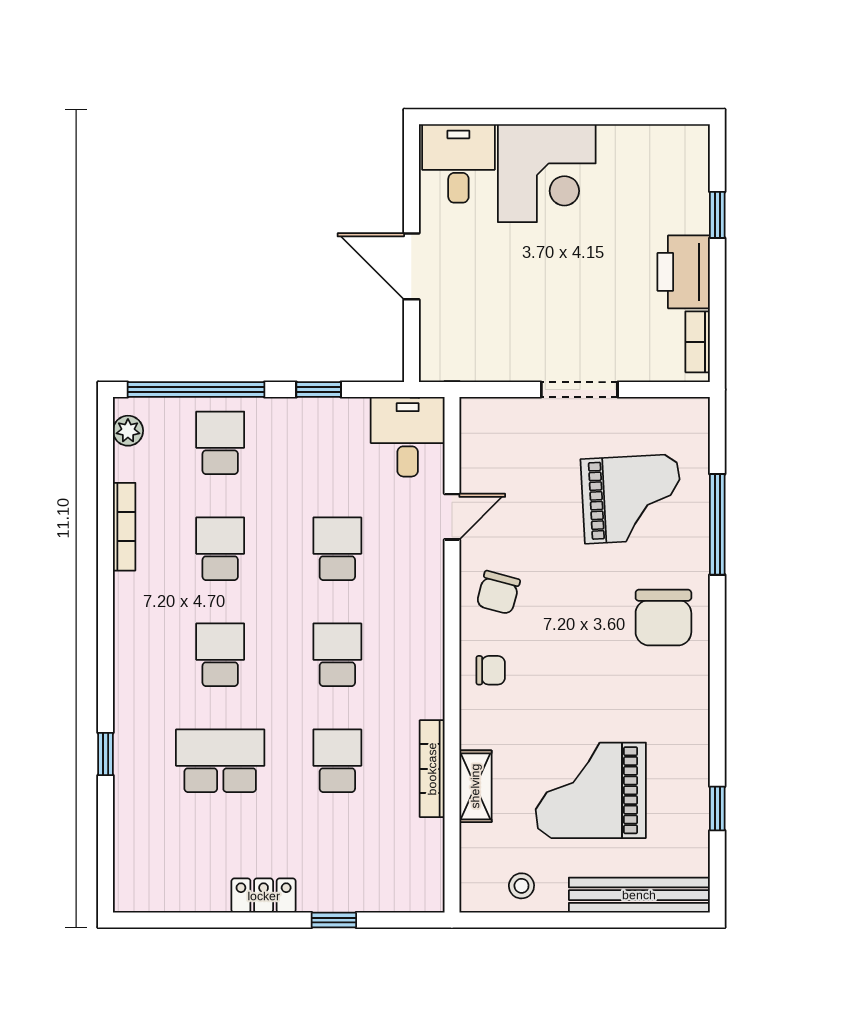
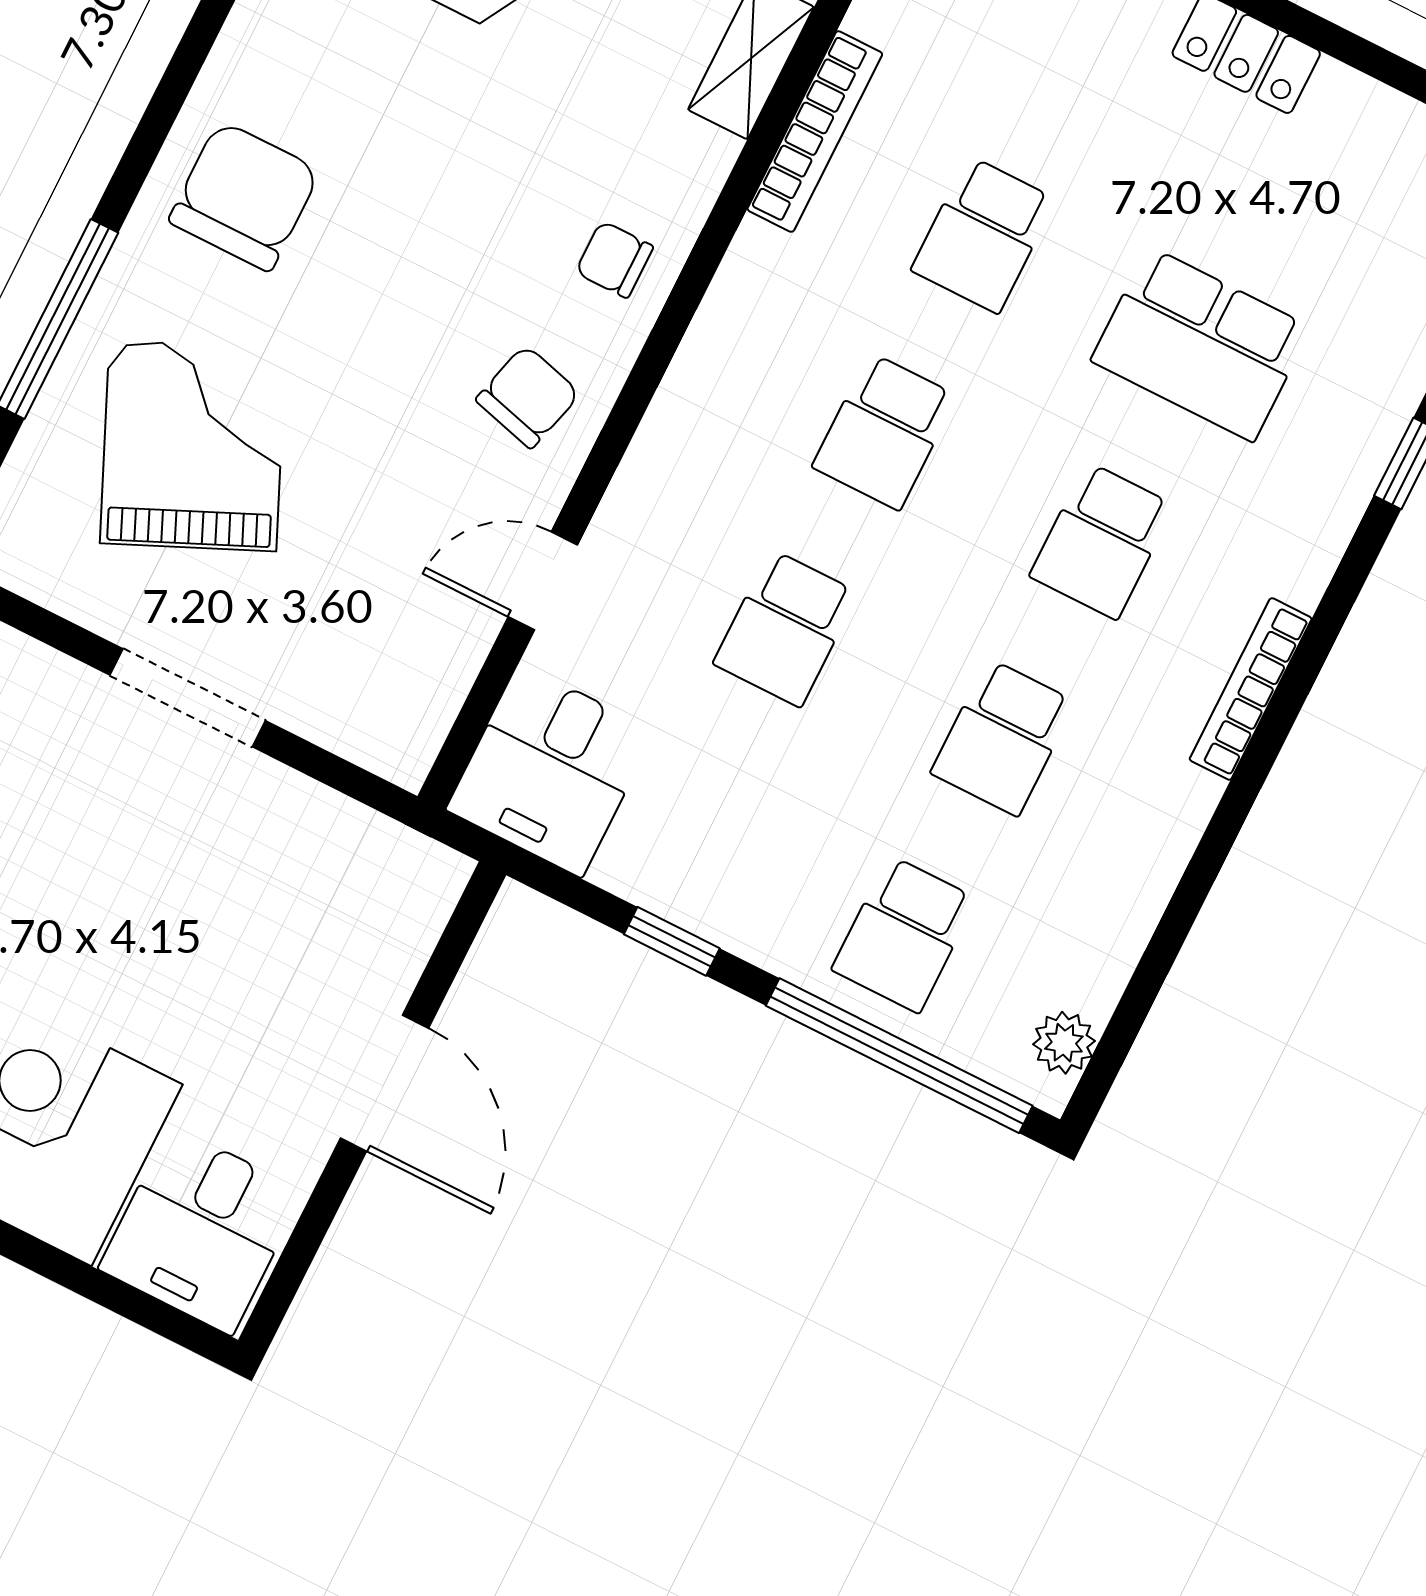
grand piano: (632, 499) -> (193, 446), turned 69
bookcase: (124, 527) -> (1251, 689), moved

